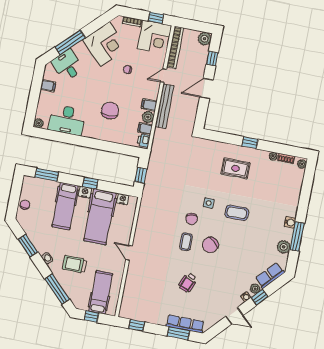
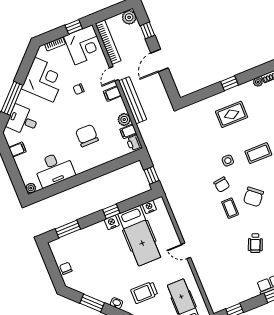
filing cabinet: (149, 105) -> (112, 94), moved
hospital bed: (65, 206) -> (102, 246), removed

